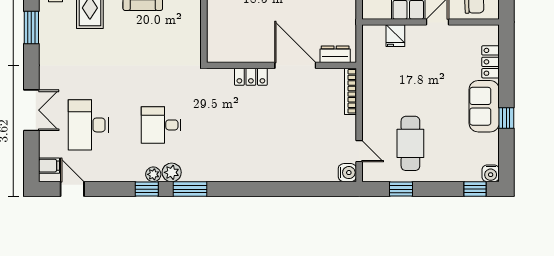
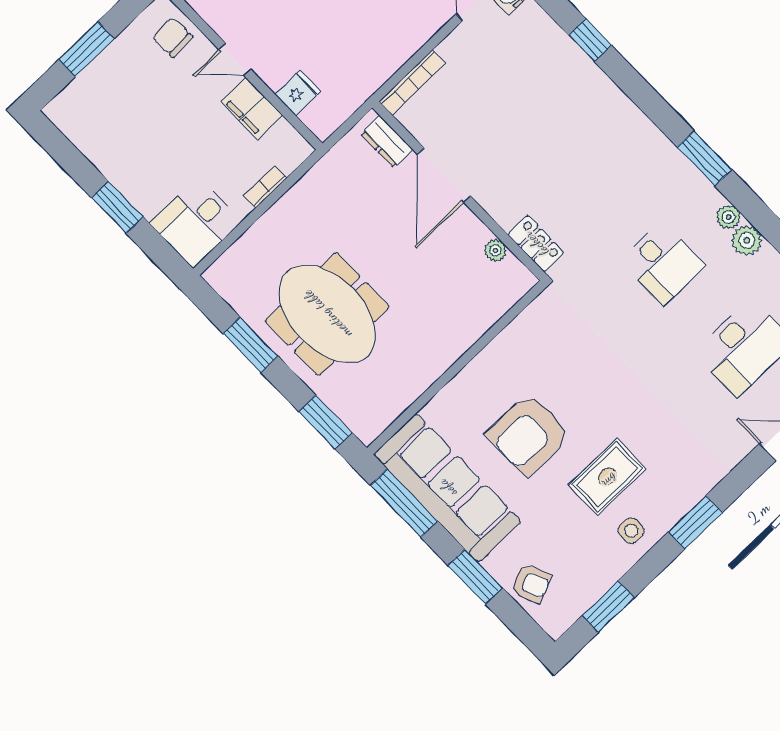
plant: (239, 56) -> (496, 250), added
locker: (251, 77) -> (536, 244), moved
plant: (172, 172) -> (747, 240), moved
window: (147, 189) -> (590, 40), moved

